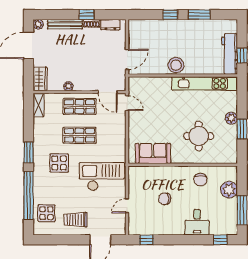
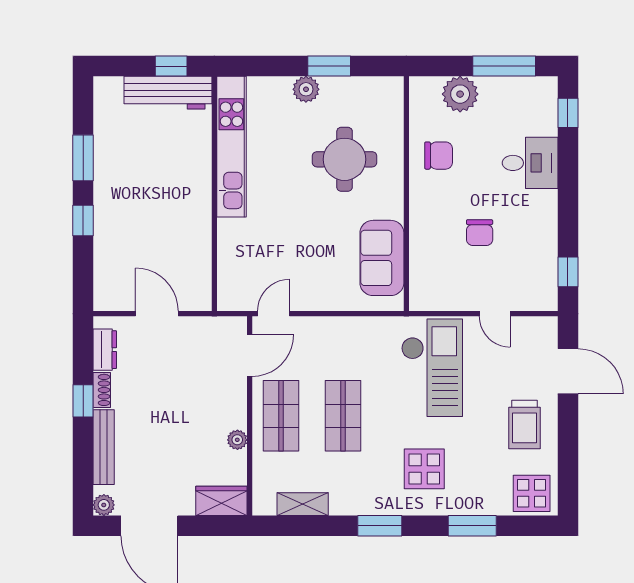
door: (127, 59) -> (157, 314), moved
stool: (176, 65) -> (192, 208), removed
shelving: (39, 105) -> (303, 504), moved
display table: (59, 163) -> (424, 469), moved
checkout: (102, 177) -> (432, 368), turned 180
window: (29, 195) -> (472, 526), width x0.47
display table: (46, 213) -> (532, 493), moved

